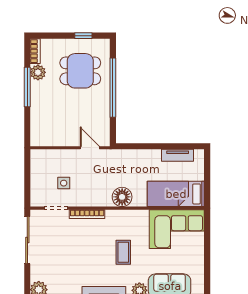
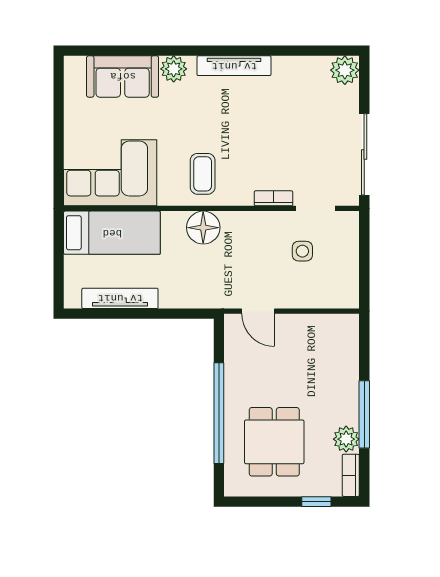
window: (83, 36) -> (316, 502), moved
dining table: (80, 71) -> (274, 442), turned 90
tv unit: (178, 155) -> (120, 298), width x1.41
bookcase: (87, 214) -> (274, 198), width x0.64
coffee table: (123, 252) -> (203, 174), moved

